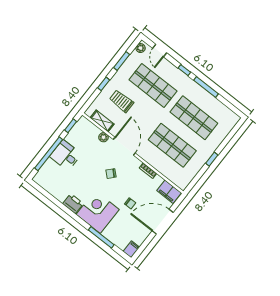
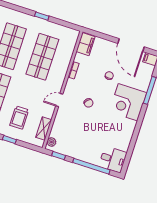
plant: (103, 137) -> (51, 142), moved
door: (124, 146) -> (59, 100), width x0.53
desk: (66, 155) -> (113, 159), moved, turned -90
printer: (73, 204) -> (129, 127), removed
door: (163, 222) -> (131, 45), moved

